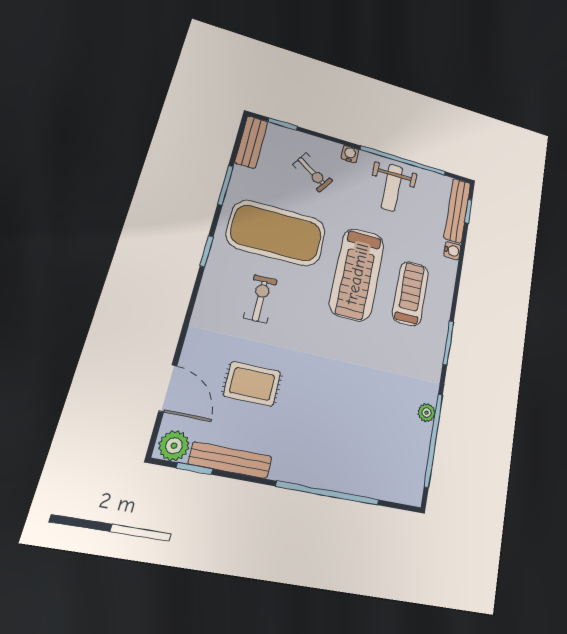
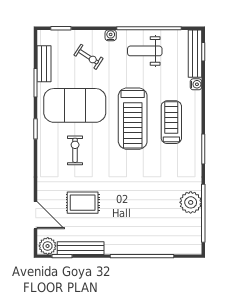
bench: (251, 142) -> (44, 64), moved
weight bench: (392, 188) -> (145, 51), turned 90
plant: (427, 413) -> (191, 202), width x1.88, depth x1.88

